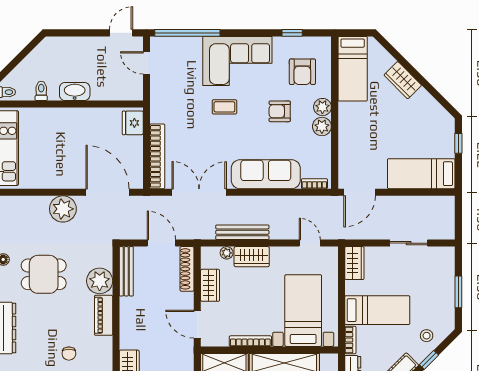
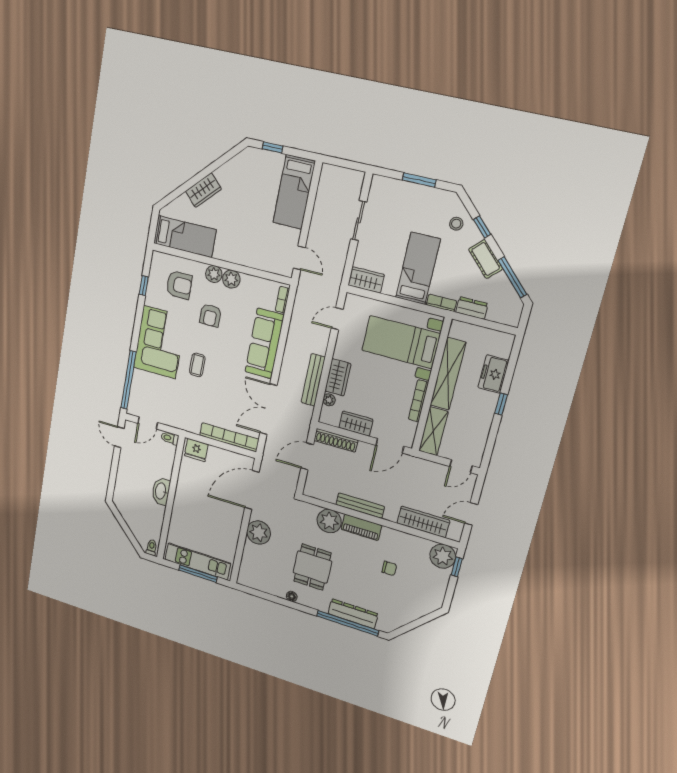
toilet: (41, 91) -> (170, 438), moved
door: (360, 192) -> (299, 258), width x0.73
bench: (126, 271) -> (360, 506), moved

